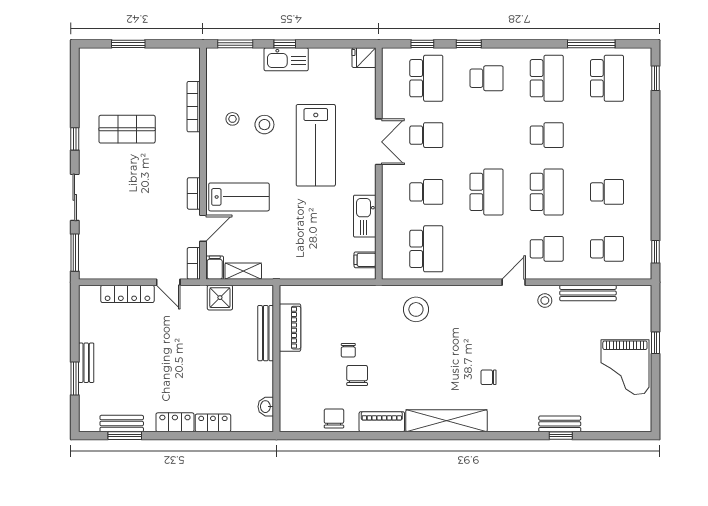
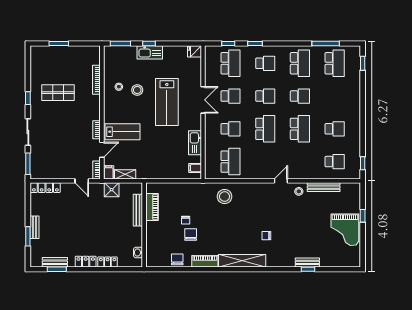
school desk: (547, 249) -> (265, 96), moved
locker: (127, 294) -> (45, 188), moved

